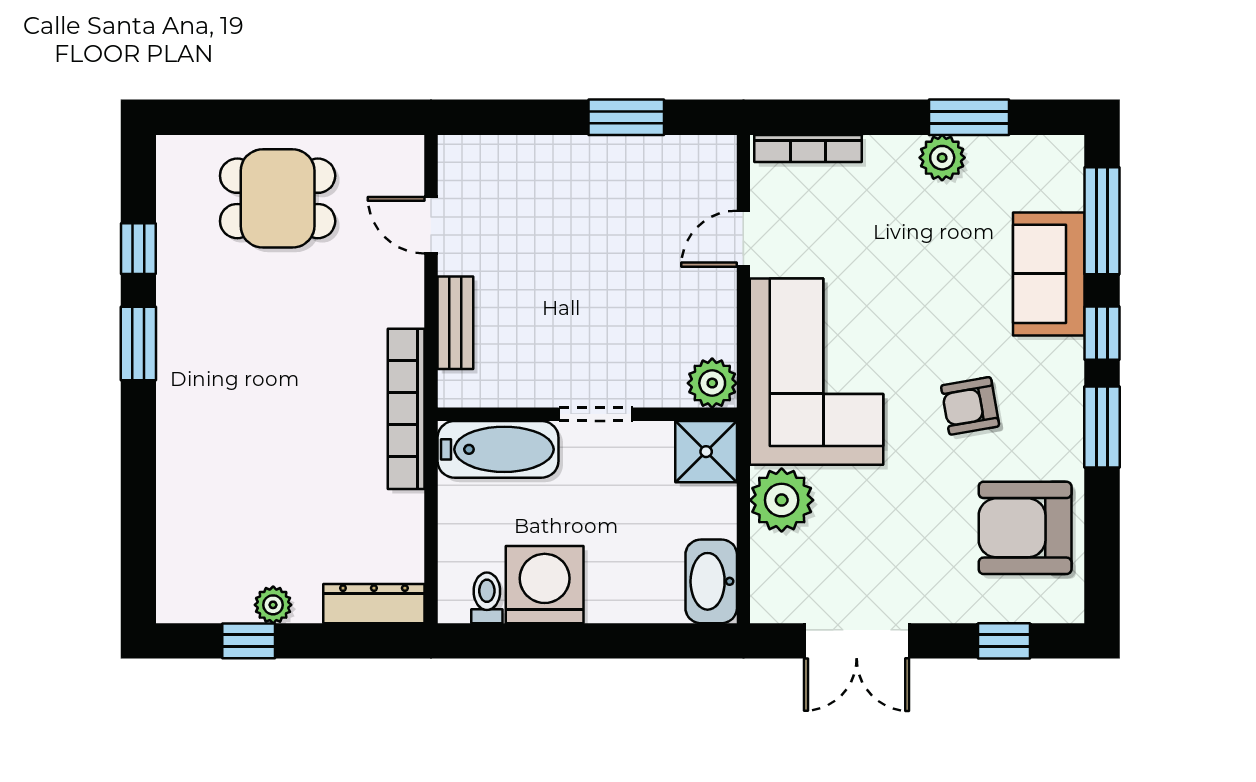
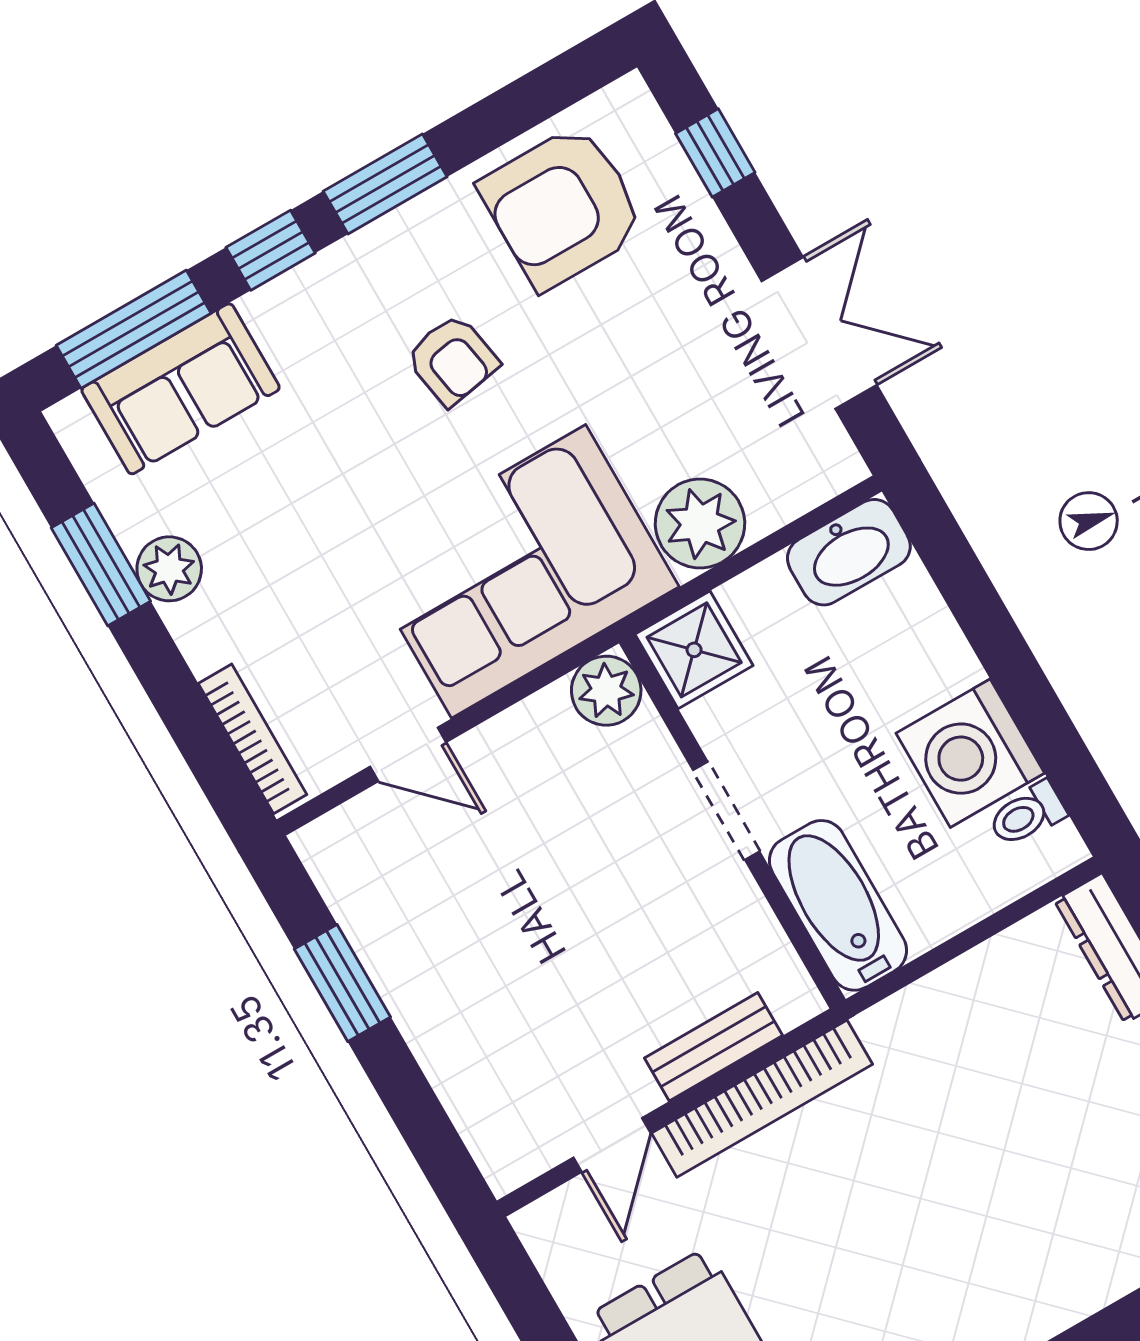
sofa: (1049, 274) -> (181, 389), moved
bookcase: (406, 409) -> (762, 1099), moved
armchair: (1025, 528) -> (562, 207), turned 90

